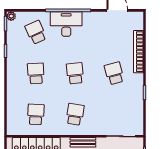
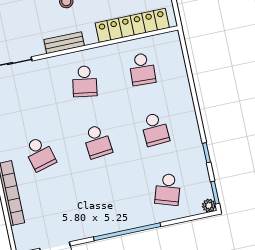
desk: (66, 24) -> (126, 211), removed
school desk: (36, 32) -> (168, 189), turned 42

